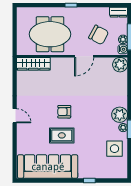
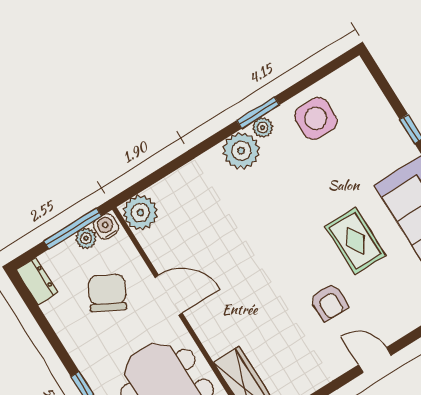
armchair: (64, 112) -> (329, 302), moved
door: (15, 116) -> (375, 360), hinge flipped

